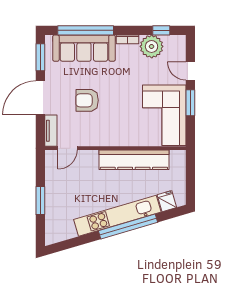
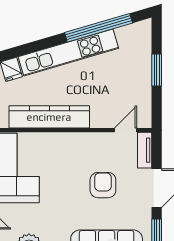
armchair: (87, 100) -> (103, 185), turned -90
window: (128, 226) -> (99, 28), moved

